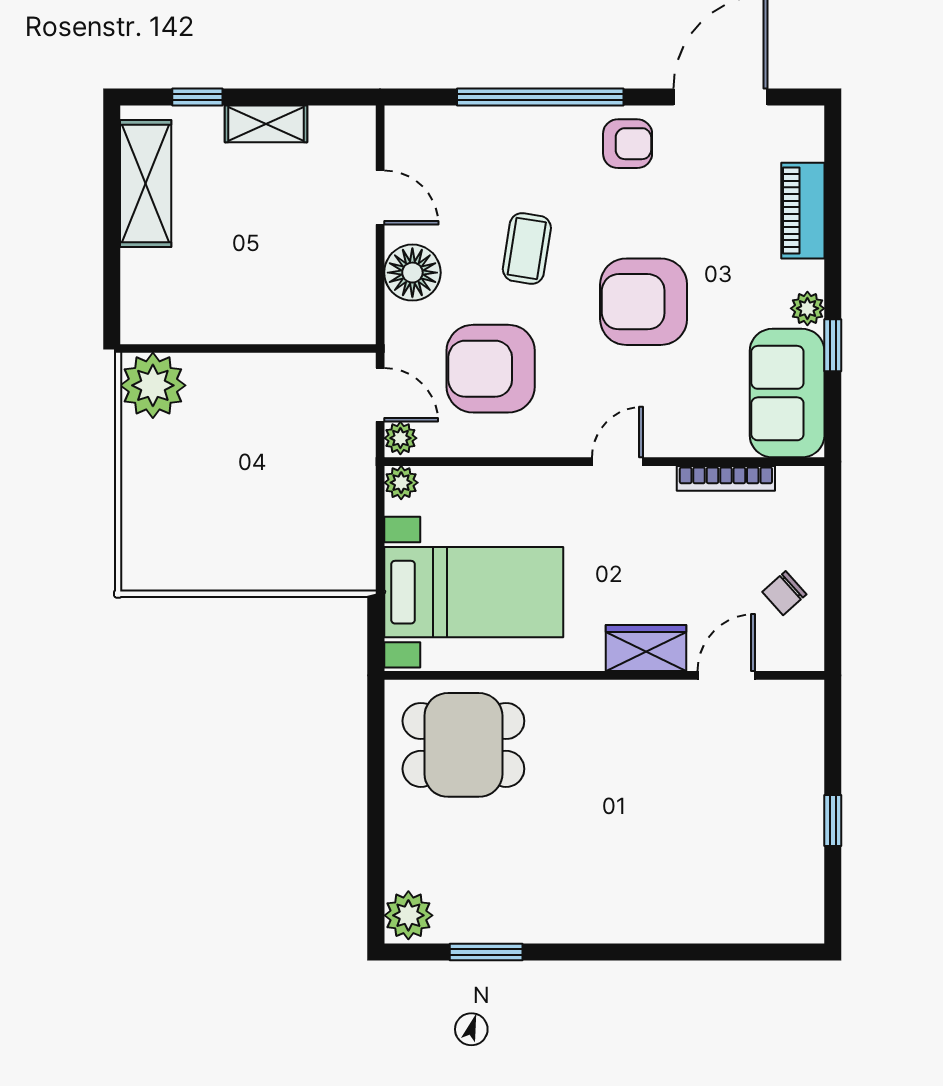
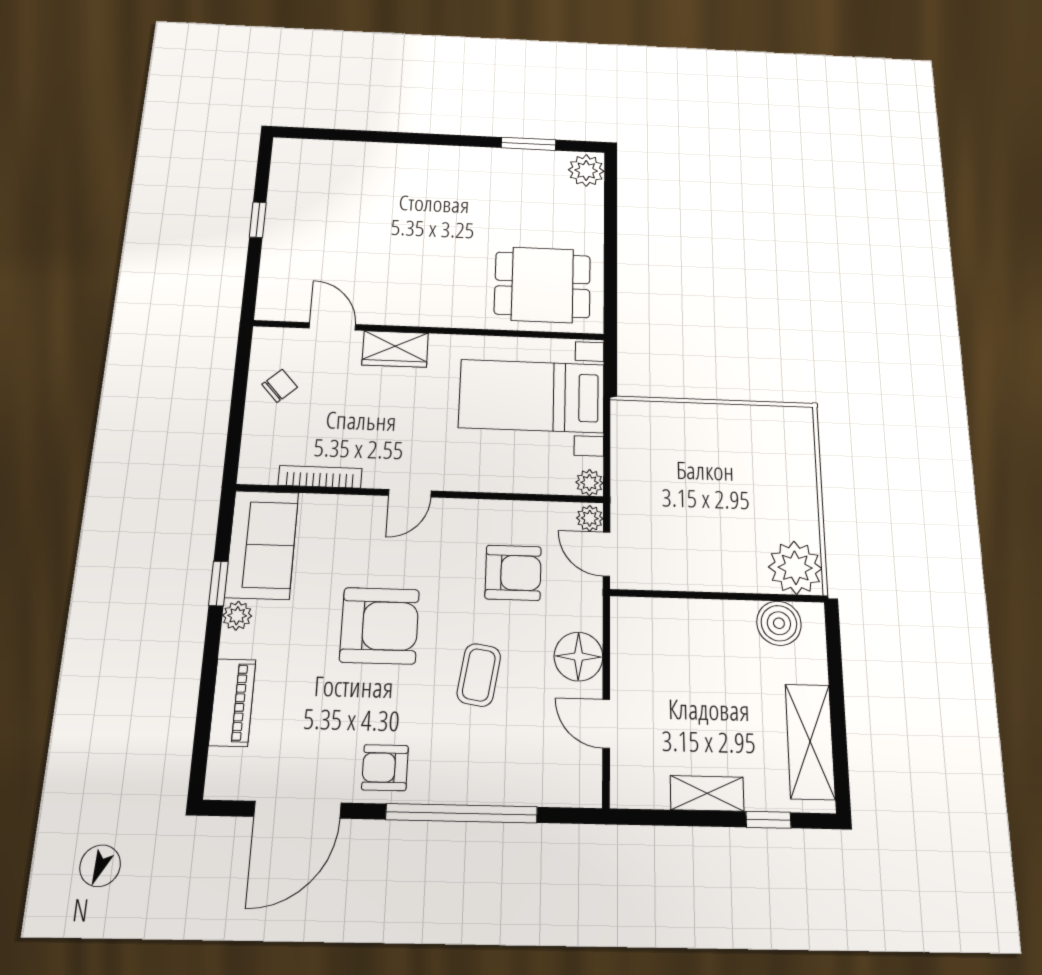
boiler: (176, 318) -> (779, 623), added
armchair: (491, 369) -> (513, 573), width x0.73, depth x0.73
door: (726, 675) -> (332, 326), swing flipped

